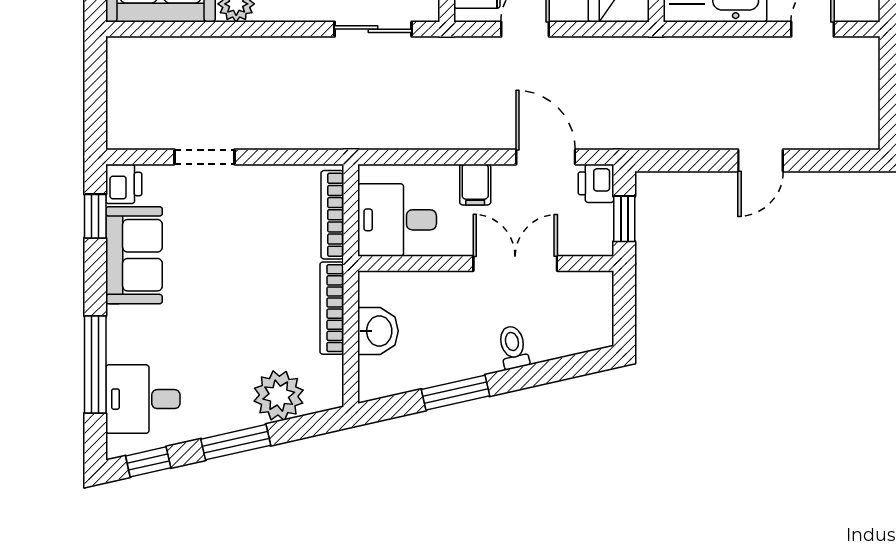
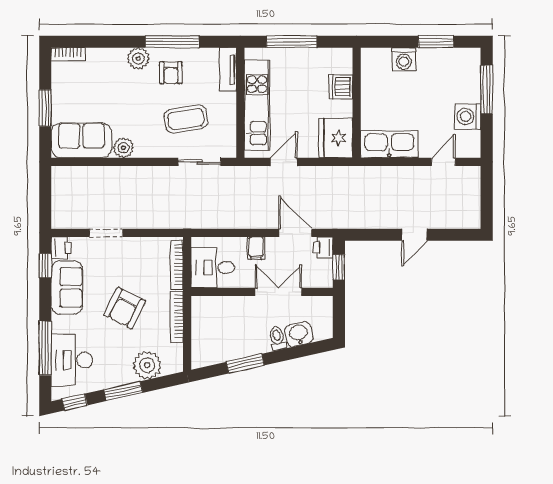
armchair: (238, 292) -> (125, 308), added
washbasin: (378, 331) -> (299, 334), moved, turned -103
desk: (143, 399) -> (72, 360), width x1.37

